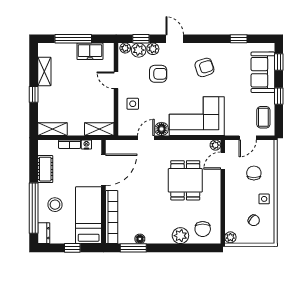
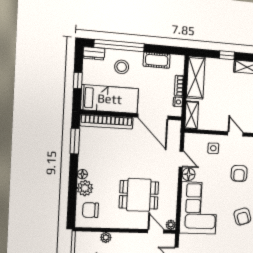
door: (116, 80) -> (235, 134), hinge flipped
shelving: (52, 129) -> (196, 78), width x1.50, depth x1.33
plant: (230, 237) -> (106, 237), moved
floor lamp: (140, 239) -> (82, 174), moved

